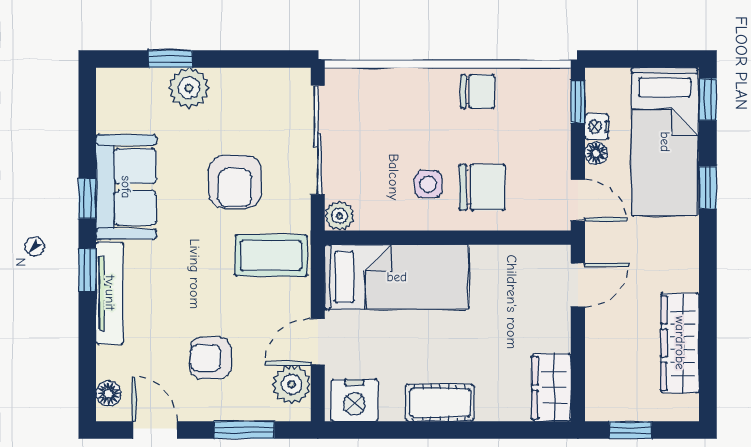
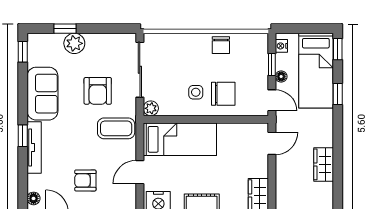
chair: (478, 91) -> (221, 45), turned 90
window: (578, 102) -> (272, 65), moved
nightstand: (597, 126) -> (281, 46), moved
window: (87, 198) -> (23, 52), moved
wardrobe: (680, 343) -> (324, 164), width x0.67
plant: (292, 384) -> (127, 194), removed

